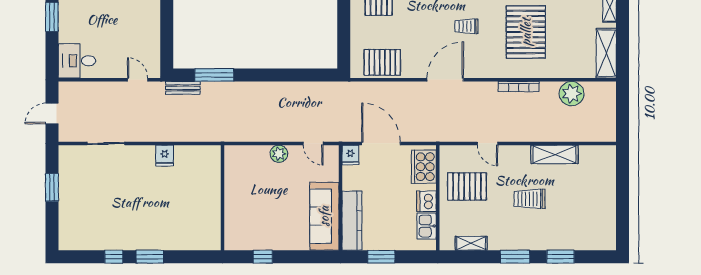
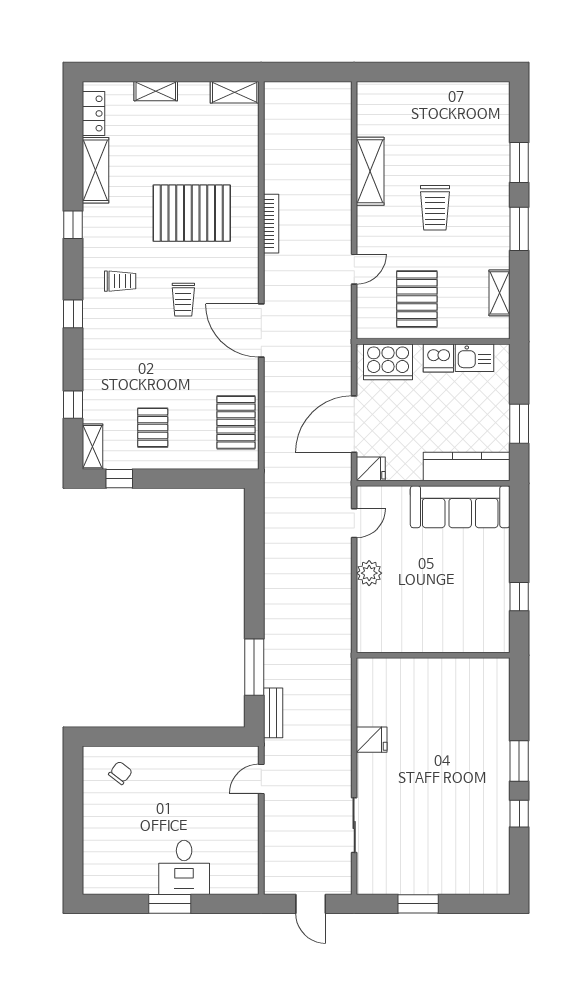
shelving: (606, 53) -> (235, 92), width x0.67, depth x0.75
desk: (77, 61) -> (184, 867), moved
plant: (572, 94) -> (281, 146), removed

